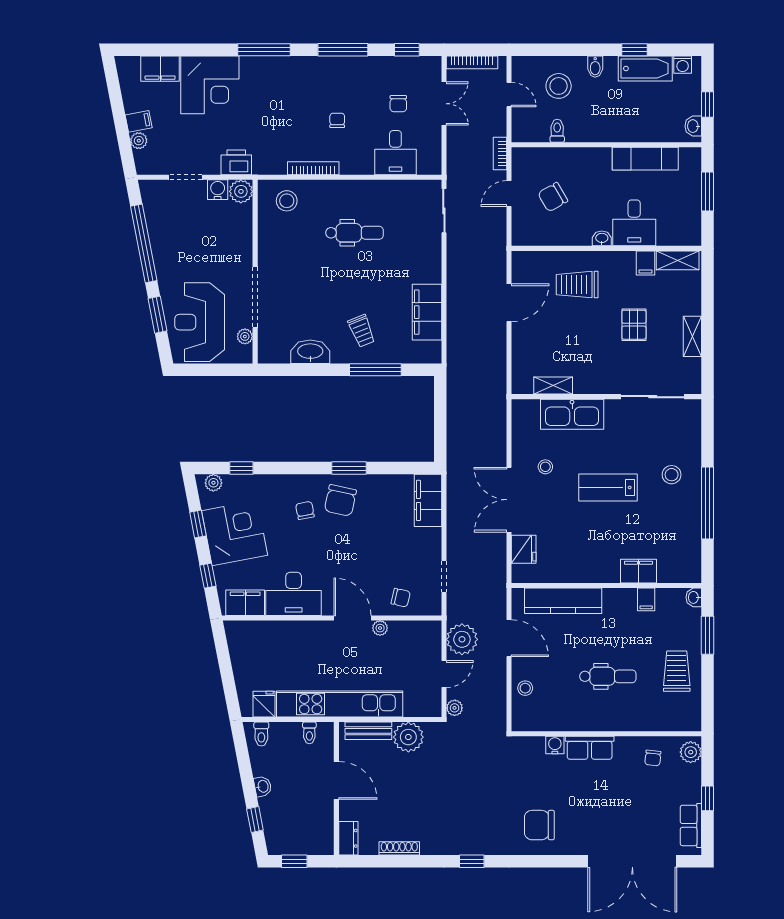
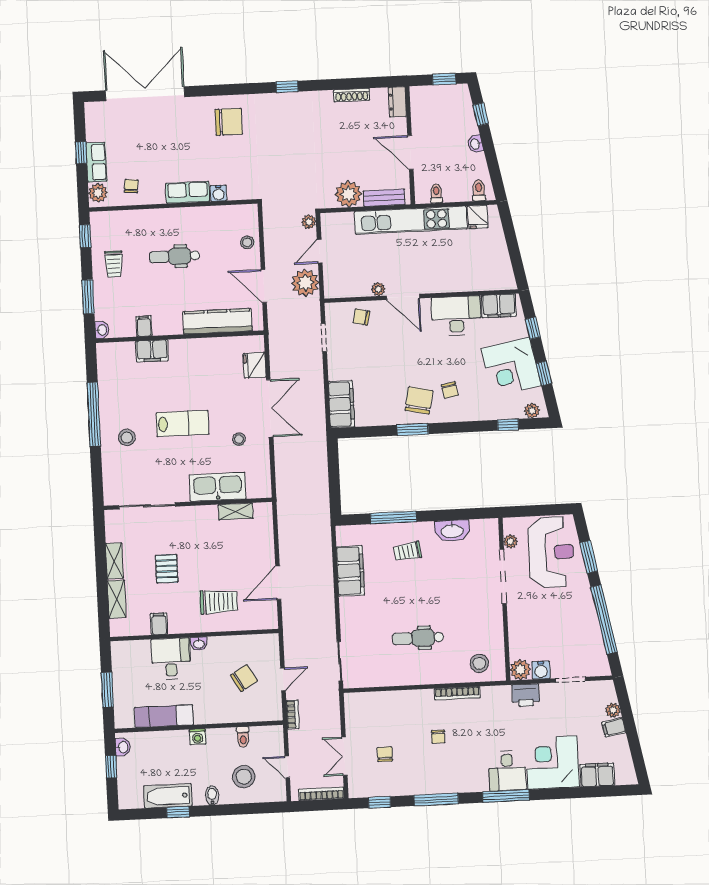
washing machine: (683, 65) -> (198, 737), moved, turned 180
desk: (395, 153) -> (507, 771), moved, turned 180
shelving: (678, 260) -> (117, 599), moved, turned 90
trolley: (362, 331) -> (407, 551), turned -76
trolley: (677, 671) -> (114, 264), width x0.73, depth x0.72
window: (708, 704) -> (85, 236), added
row of seats: (691, 825) -> (96, 162), moved

